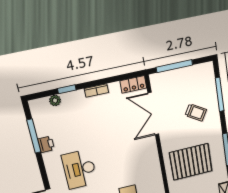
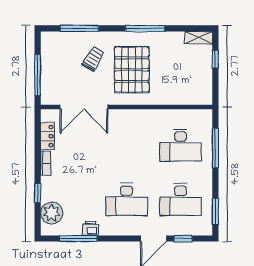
locker: (133, 84) -> (48, 136), moved
plant: (55, 100) -> (52, 213), width x1.87, depth x1.87
pallet: (191, 162) -> (132, 70), moved

